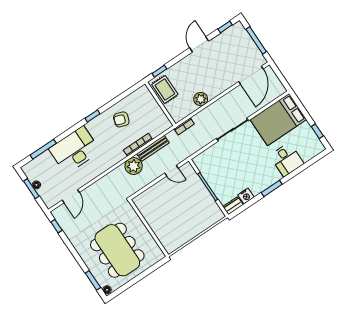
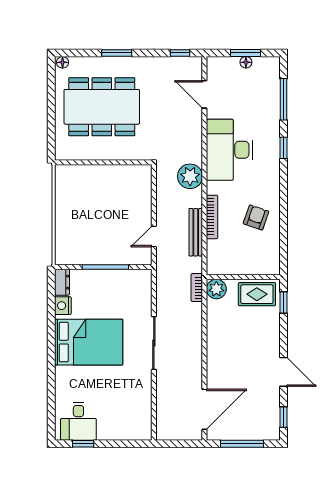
door: (251, 75) -> (204, 409), swing flipped
plant: (201, 99) -> (216, 289), moved
window: (93, 116) -> (283, 148), moved
bed: (278, 120) -> (89, 342), moved, turned 90
desk: (75, 150) -> (229, 150), moved, turned 180
desk: (287, 160) -> (78, 421), moved, turned -90
plant: (134, 166) -> (190, 176), moved
window: (272, 188) -> (51, 343), removed
window: (93, 280) -> (117, 53), moved

